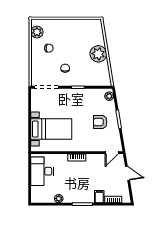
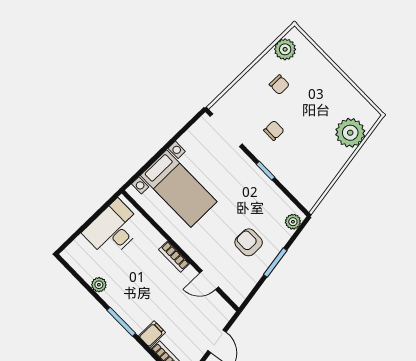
plant: (98, 54) -> (350, 133), moved
door: (112, 153) -> (209, 280), moved

